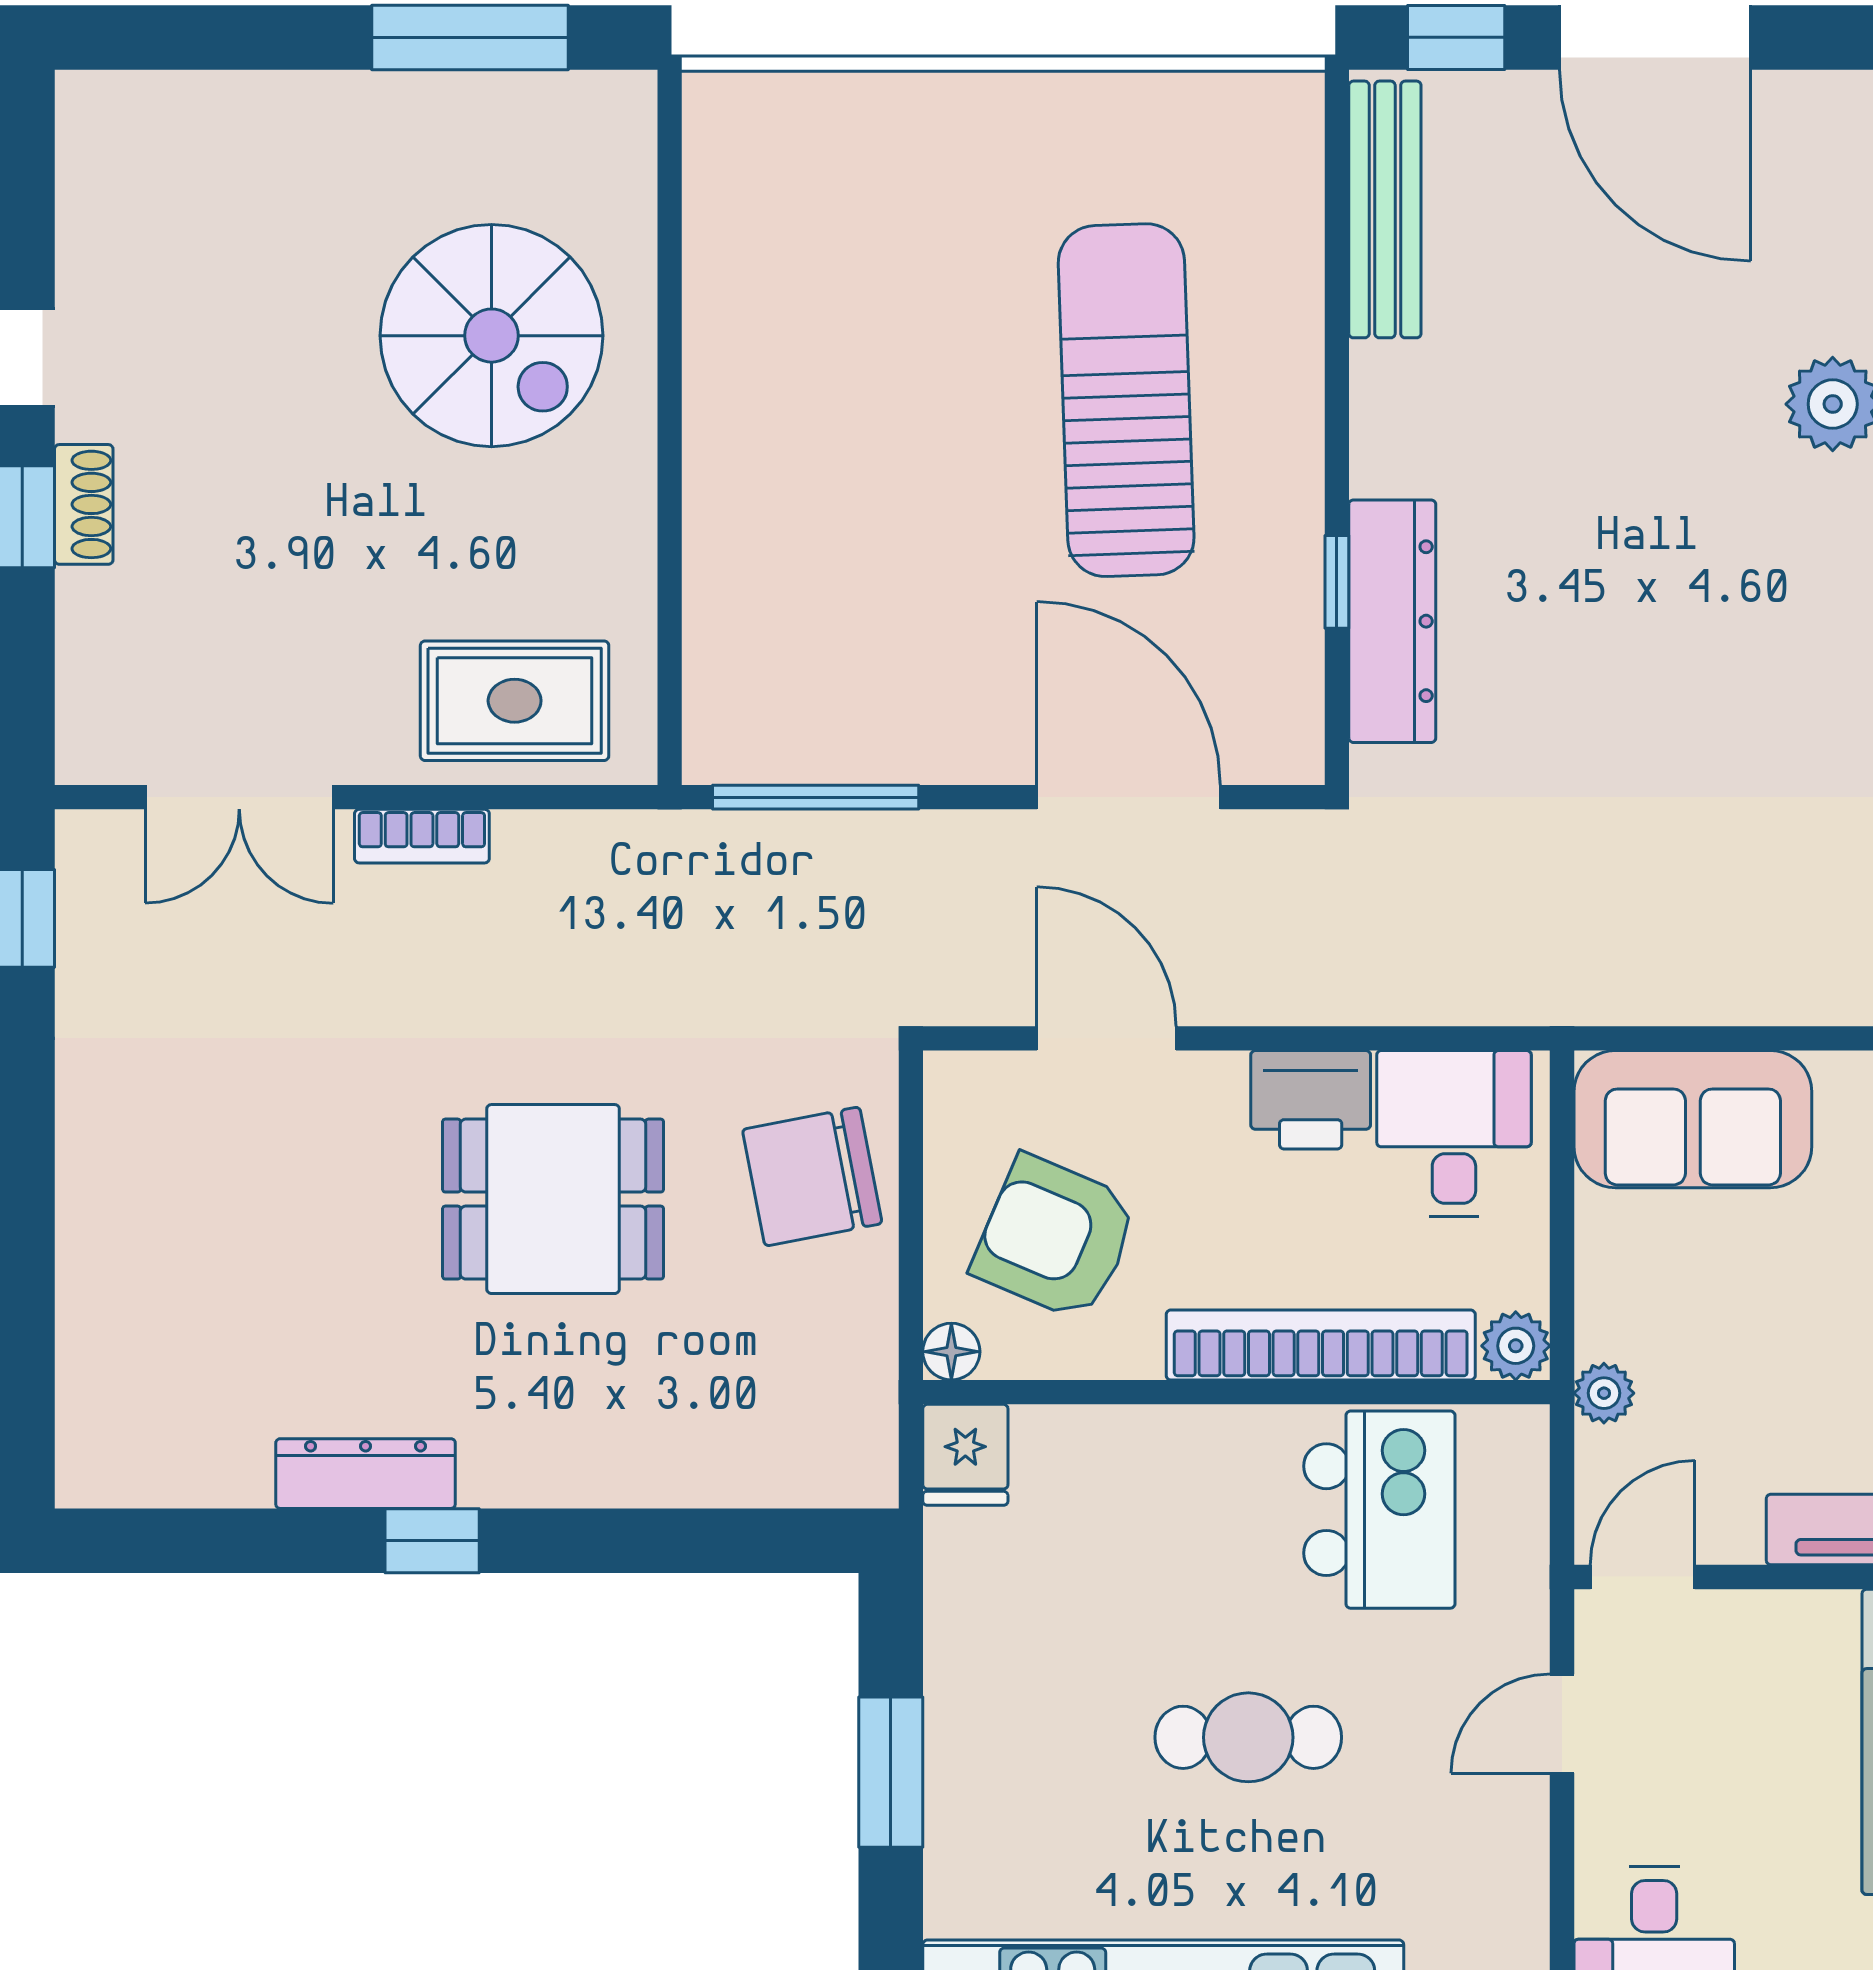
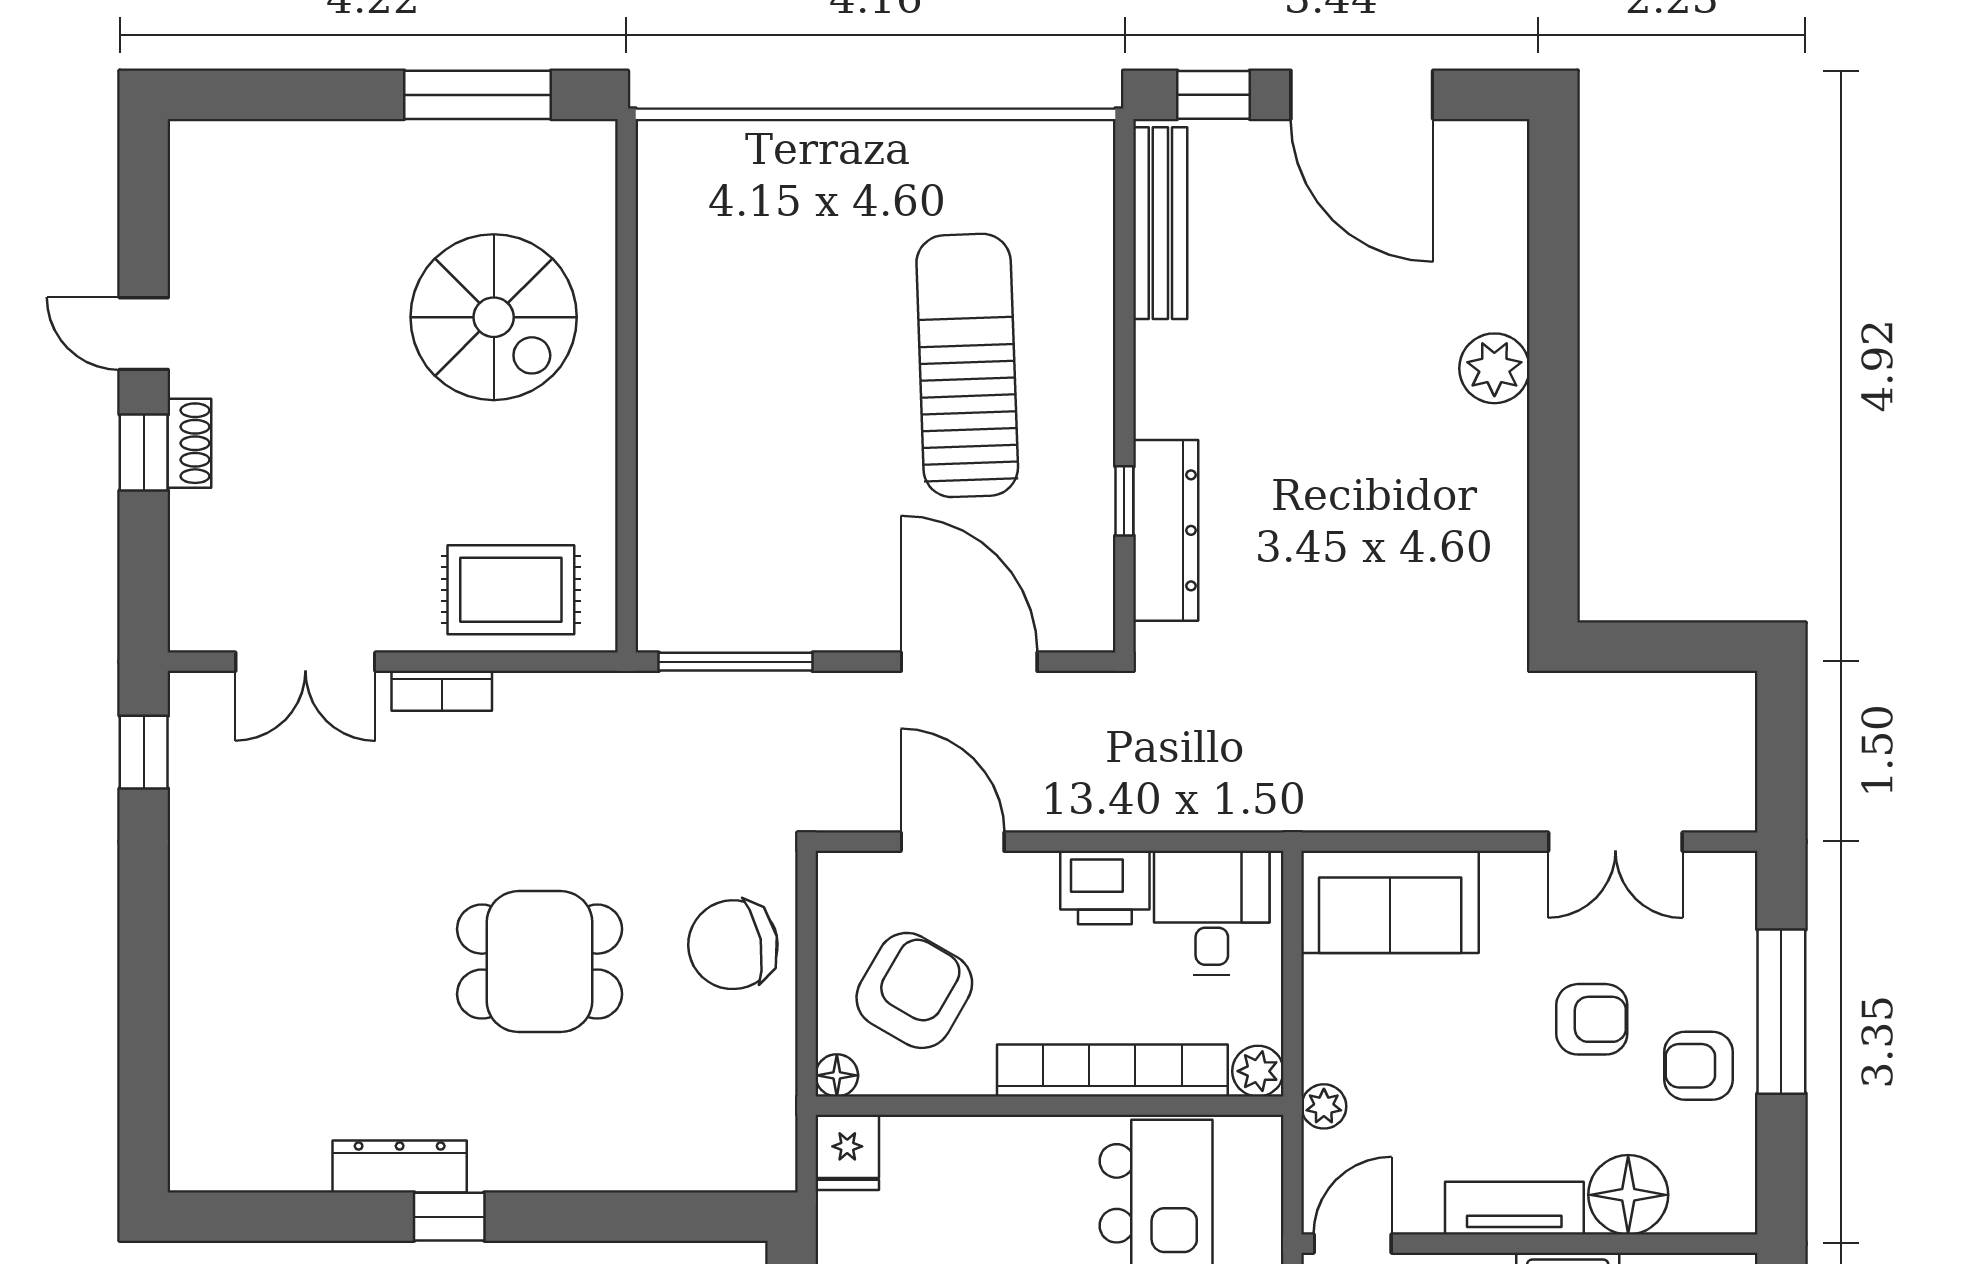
armchair: (1055, 1238) -> (914, 990), turned 97

